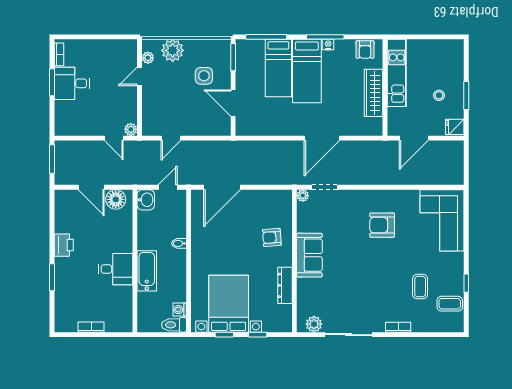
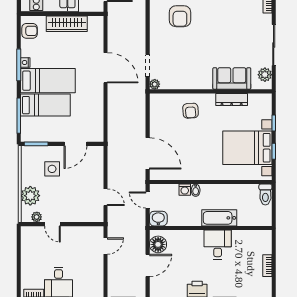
plant: (131, 129) -> (98, 232), removed
sofa: (309, 255) -> (232, 78), moved
washing machine: (180, 310) -> (185, 190), moved

